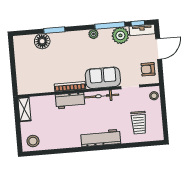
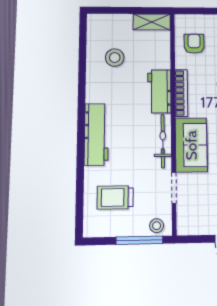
armchair: (148, 69) -> (194, 44), moved
window: (163, 106) -> (139, 240), added
stool: (33, 141) -> (115, 58), moved

